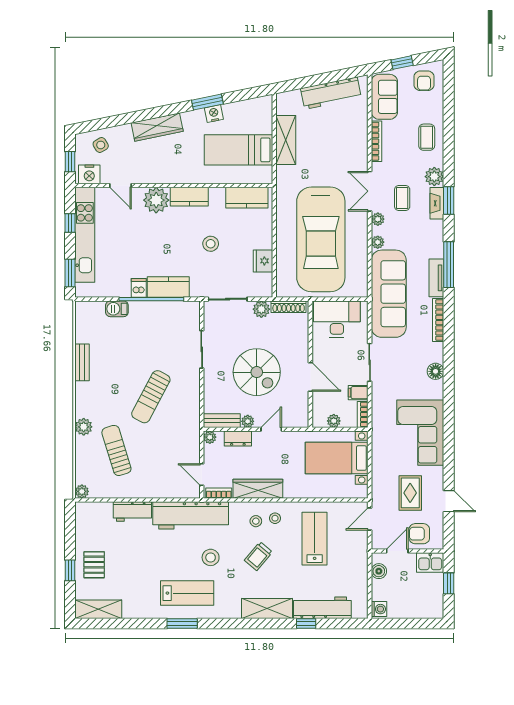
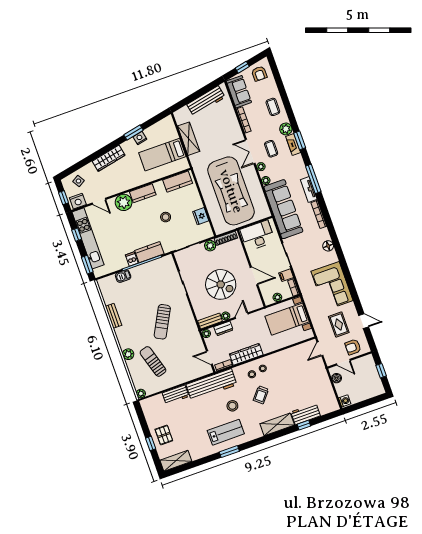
lab bench: (315, 539) -> (291, 372), removed
door: (397, 551) -> (343, 362), swing flipped
kitchen sink: (430, 562) -> (366, 362), removed
workbench: (322, 608) -> (306, 414), width x0.73

